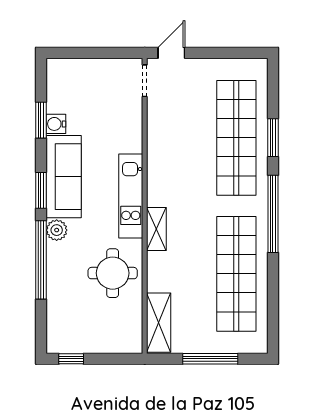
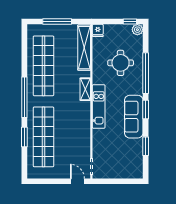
door: (171, 53) -> (77, 181), swing flipped
water cooler: (56, 124) -> (138, 144), removed
plant: (57, 230) -> (137, 30), moved
round table: (113, 273) -> (121, 63), moved
shelving: (159, 323) -> (84, 48), width x1.47
fridge: (133, 342) -> (98, 30), added

